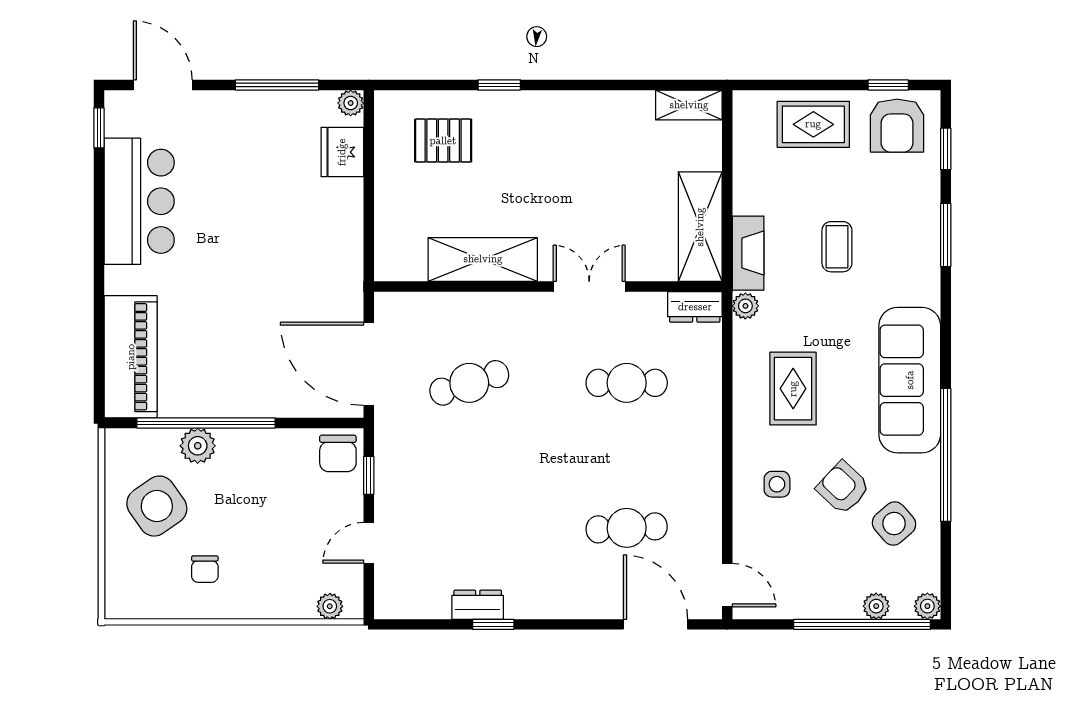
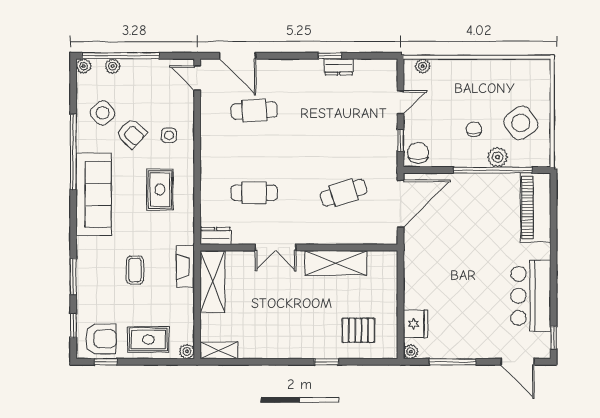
armchair: (897, 126) -> (101, 339), turned 90
plant: (745, 306) -> (187, 351), moved
door: (369, 364) -> (401, 204), hinge flipped
chair: (205, 569) -> (474, 129), moved

